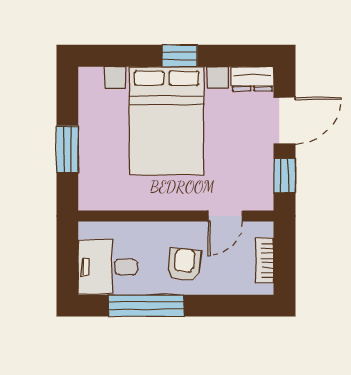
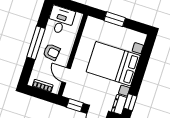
window: (180, 56) -> (130, 102), moved
window: (146, 306) -> (36, 43), moved

